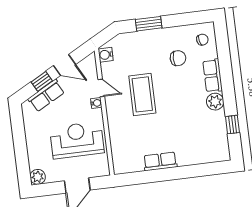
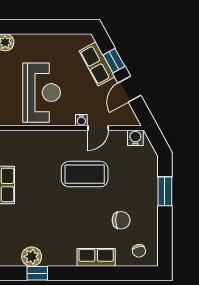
chair: (178, 58) -> (121, 220), turned -90
plant: (215, 102) -> (32, 257), moved

